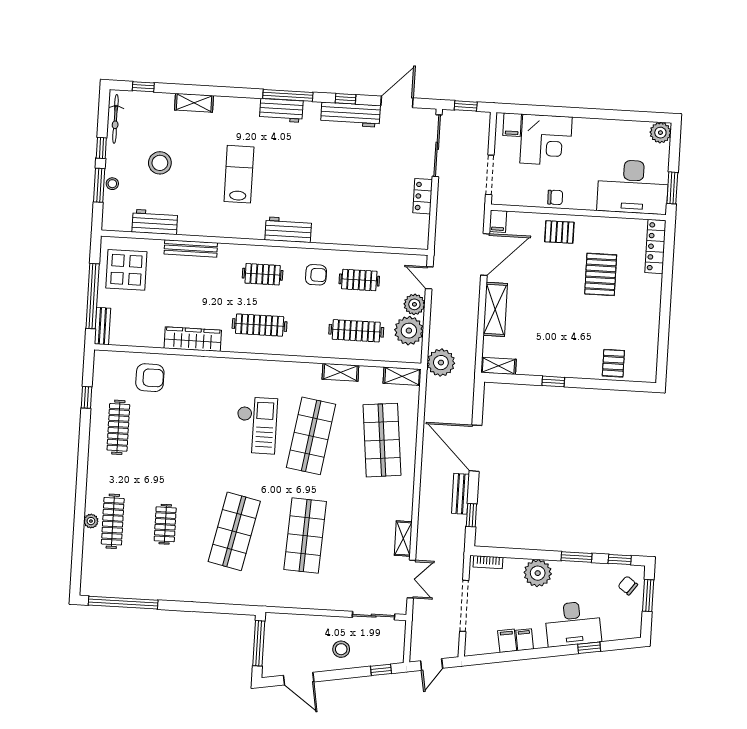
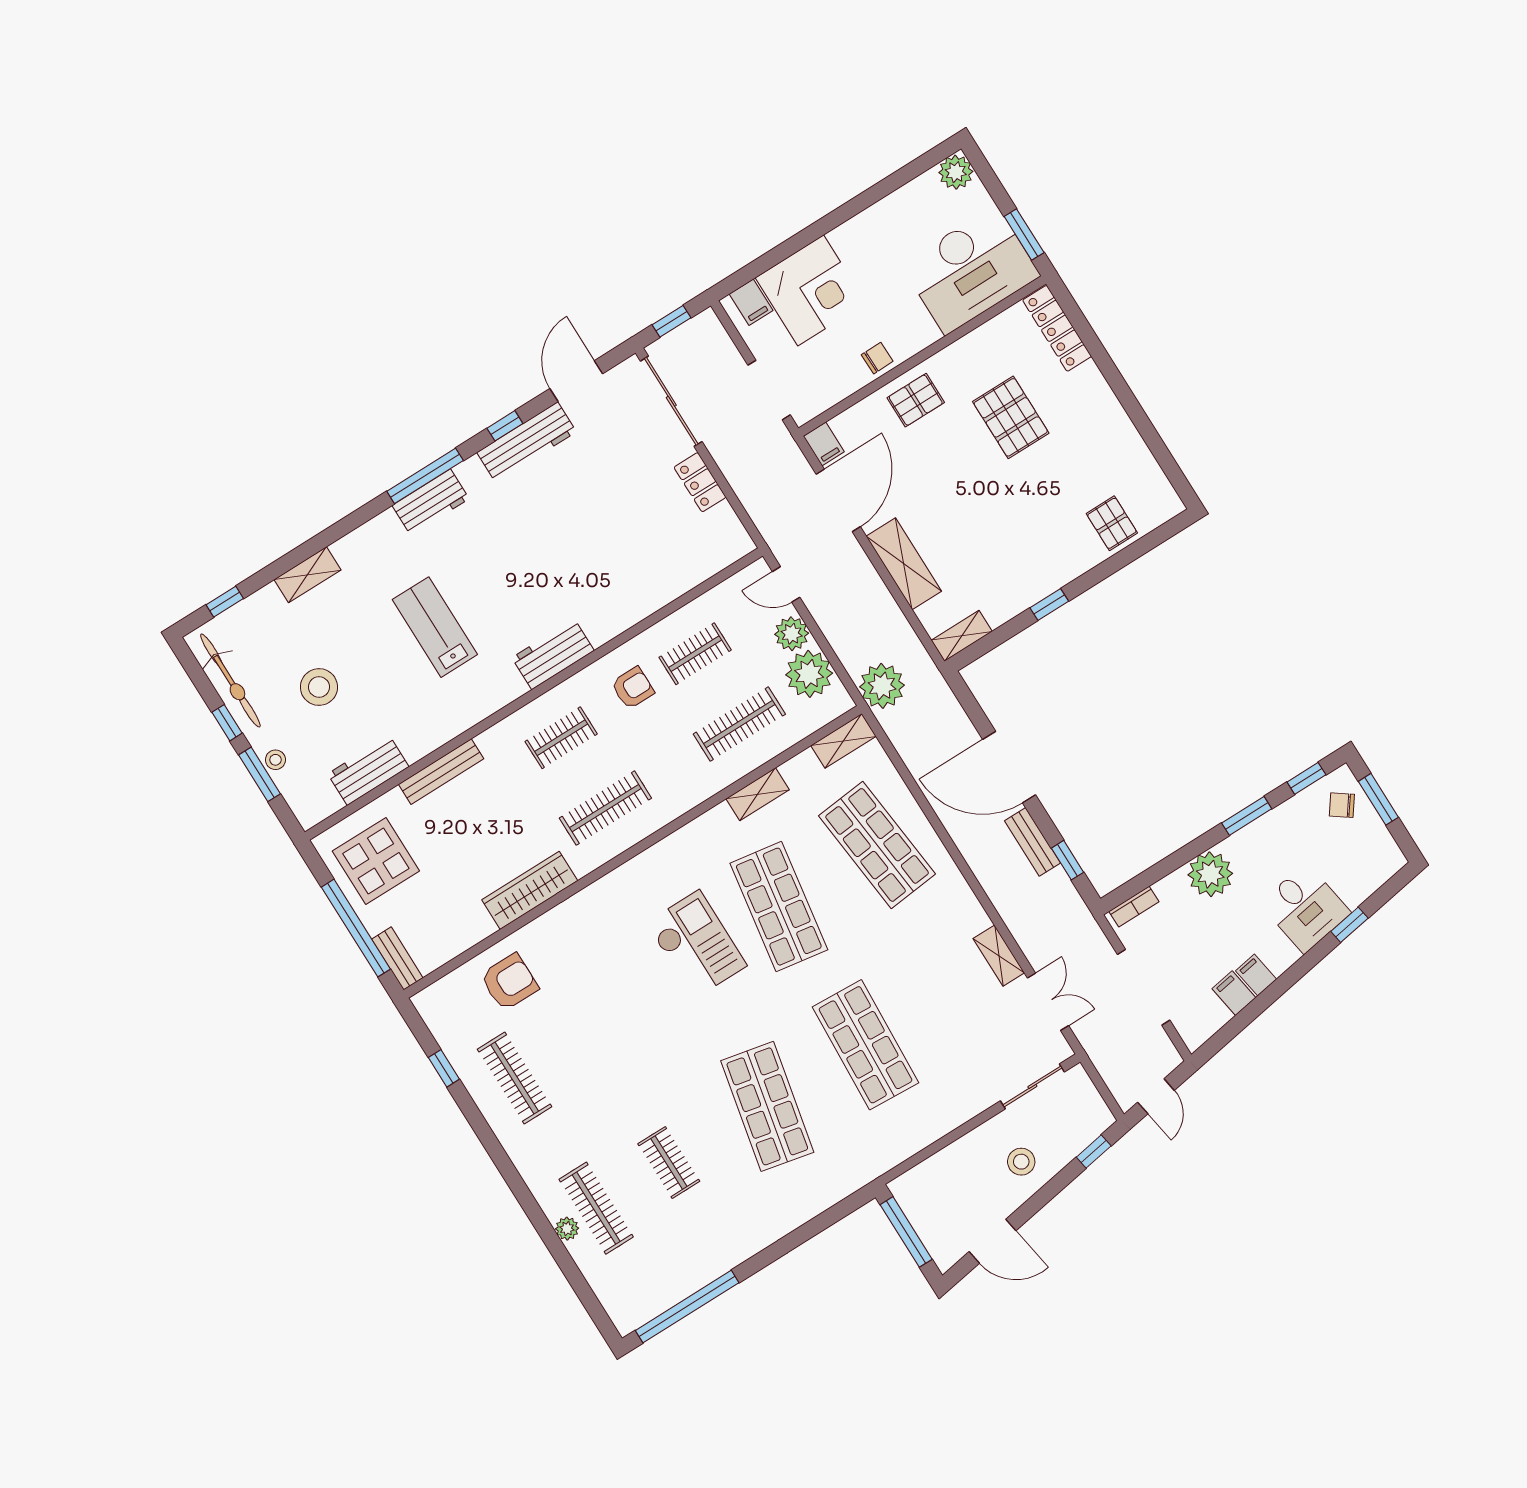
bicycle: (115, 119) -> (230, 681), width x1.37, depth x1.40
desk: (573, 624) -> (1305, 908), width x0.73

